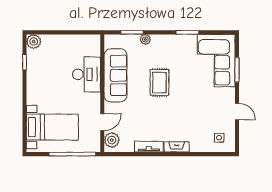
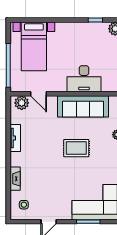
fireplace: (177, 147) -> (15, 179), moved

